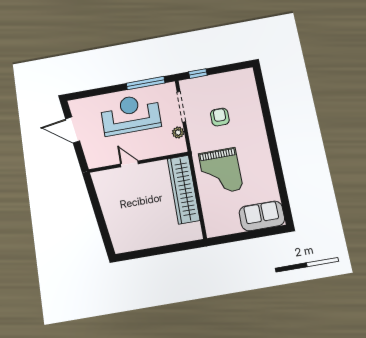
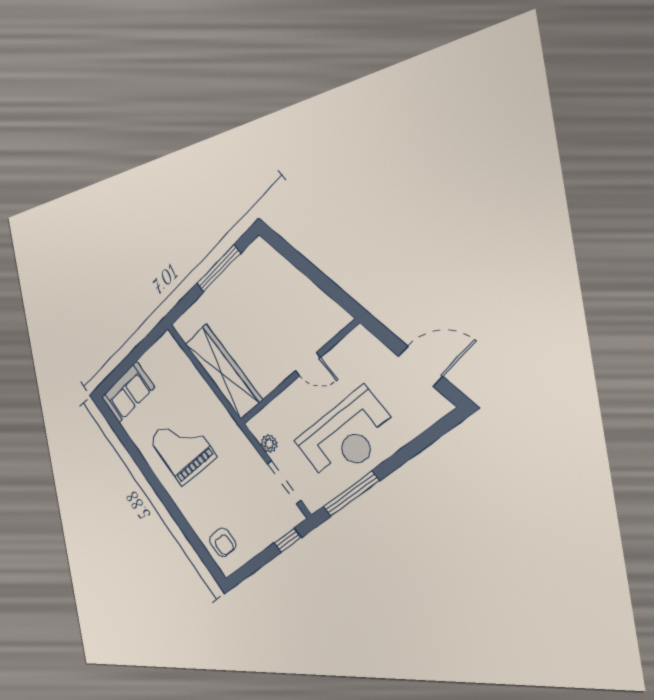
armchair: (220, 117) -> (223, 542), moved
grand piano: (221, 171) -> (182, 448), moved
window: (151, 252) -> (218, 268), added

